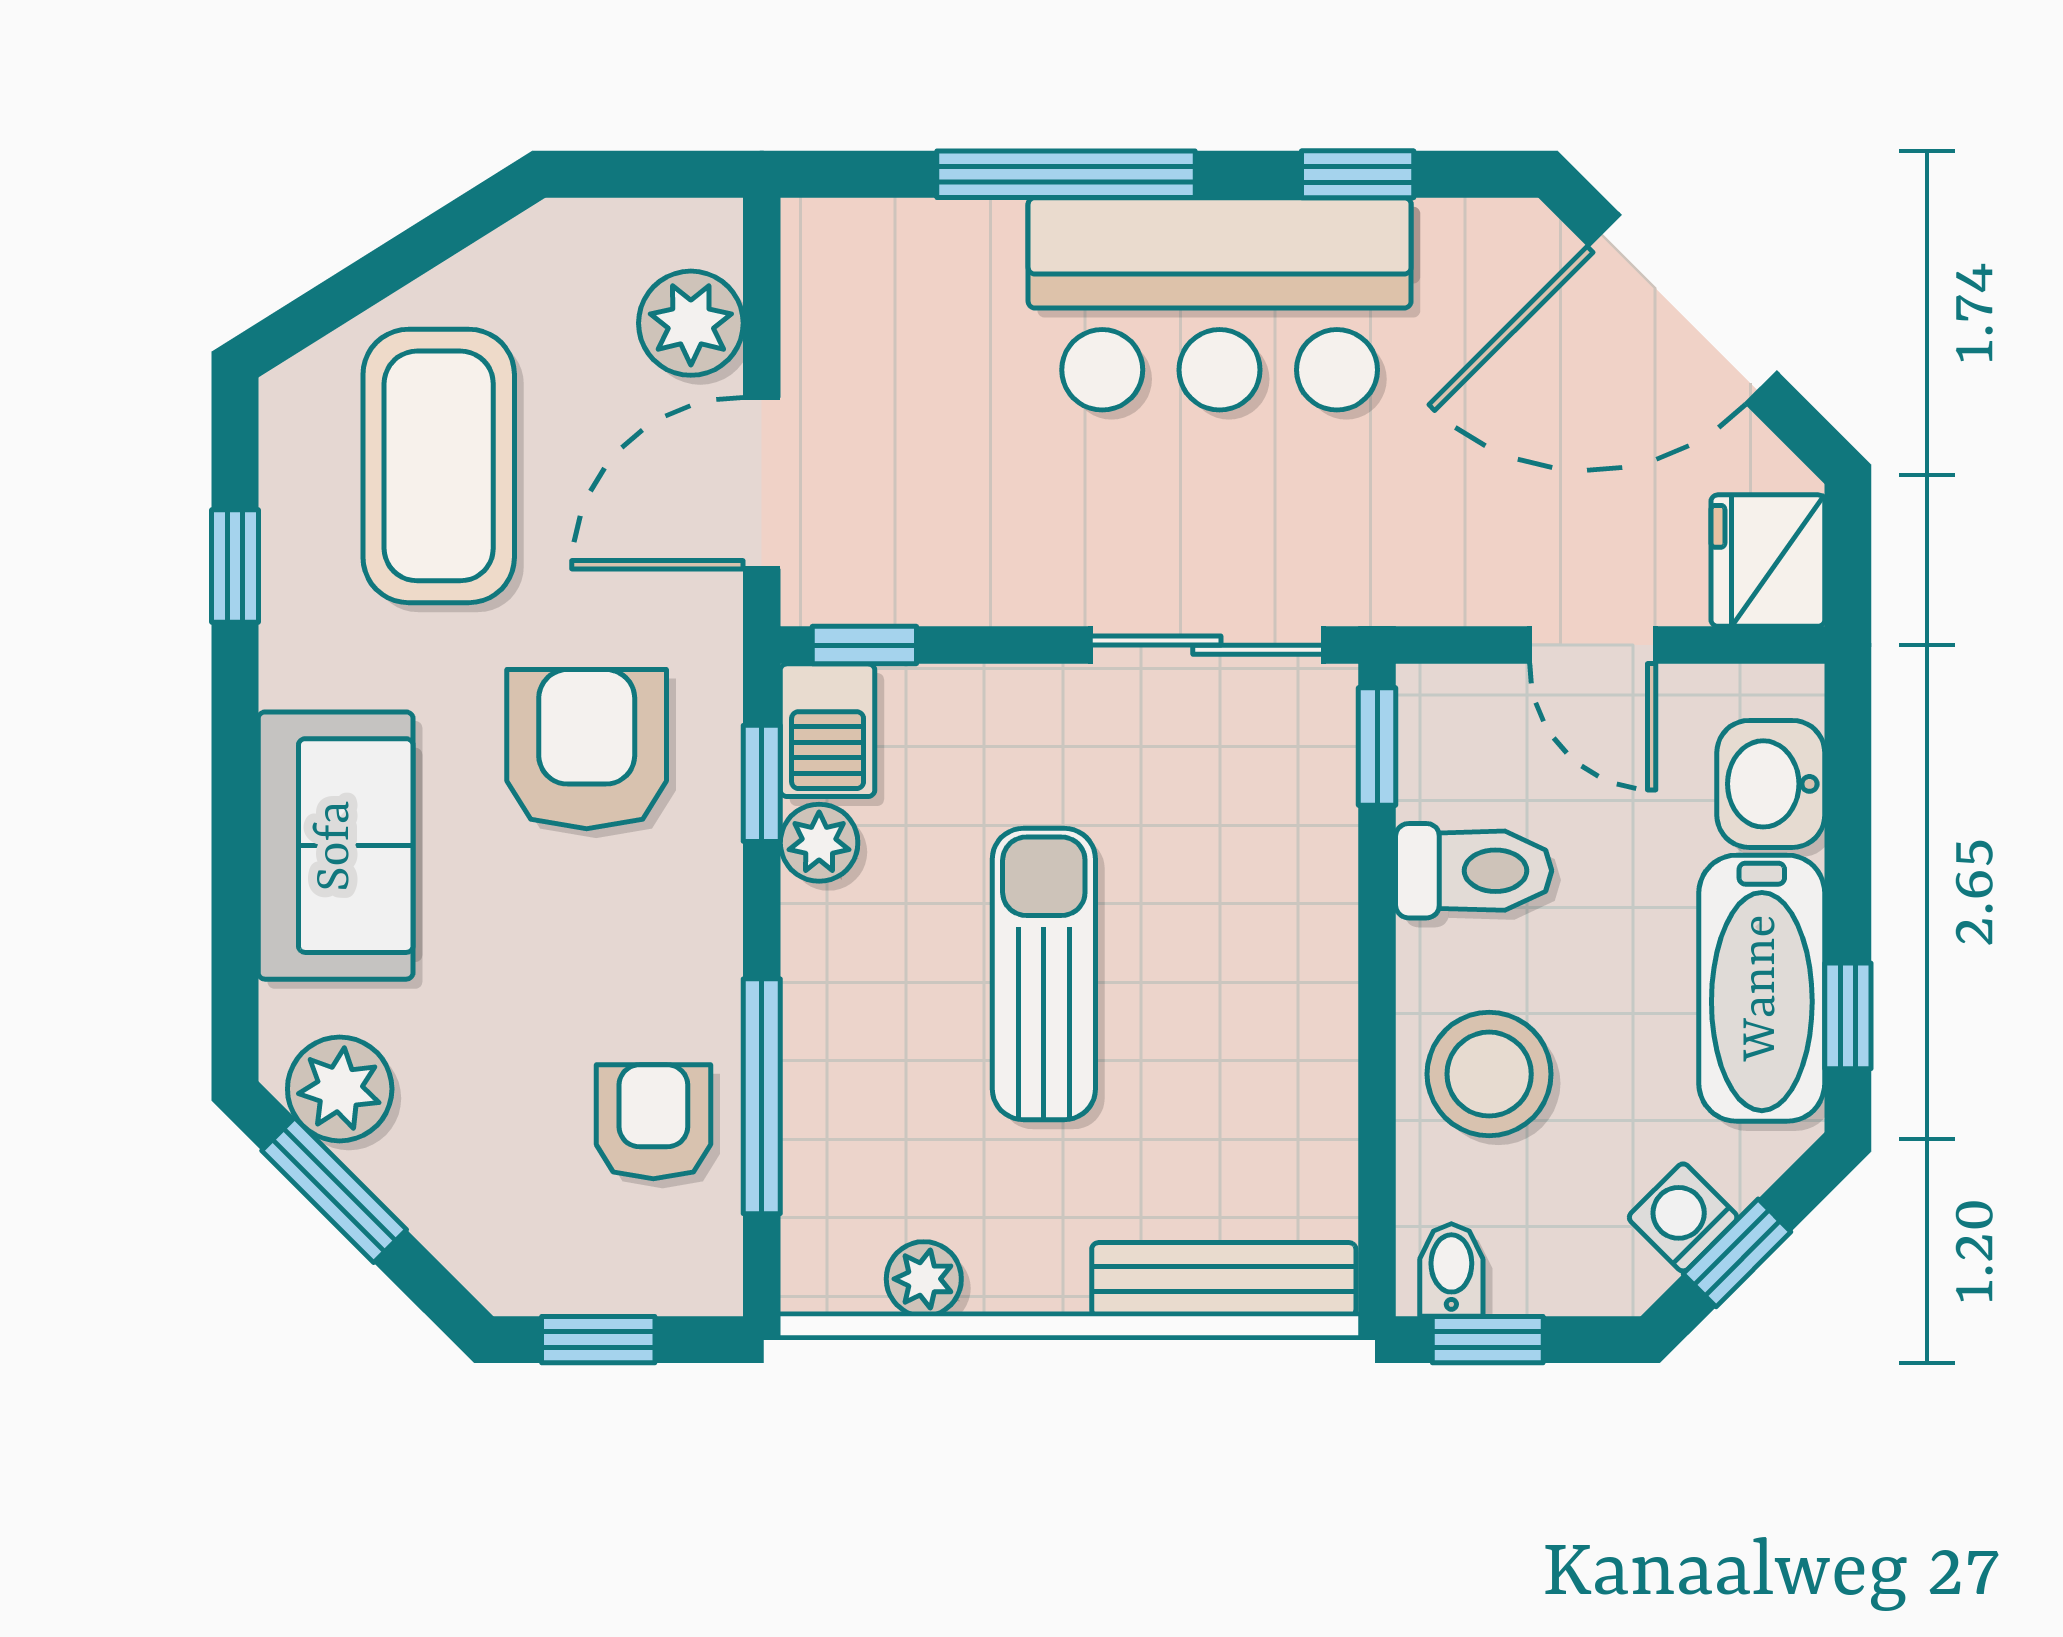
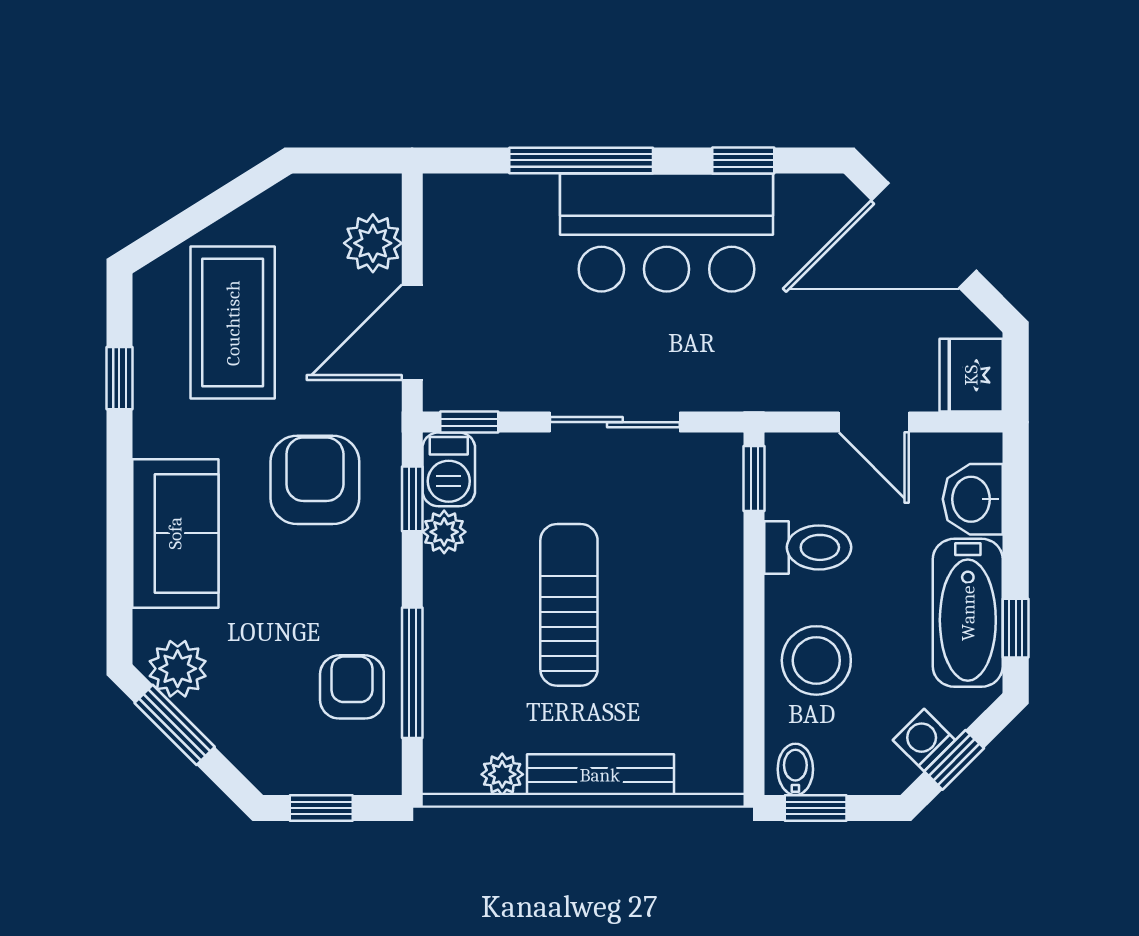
sliding door: (1207, 645) -> (615, 422), moved
bench: (1224, 1279) -> (600, 775), moved

